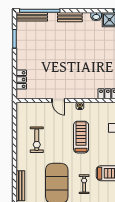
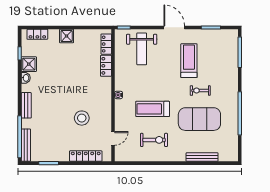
stool: (58, 70) -> (82, 118), added
locker: (21, 80) -> (86, 156), width x1.53
door: (58, 100) -> (113, 138), moved
treadmill: (81, 137) -> (153, 109), moved

